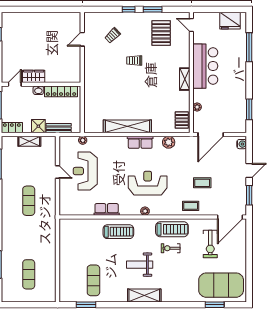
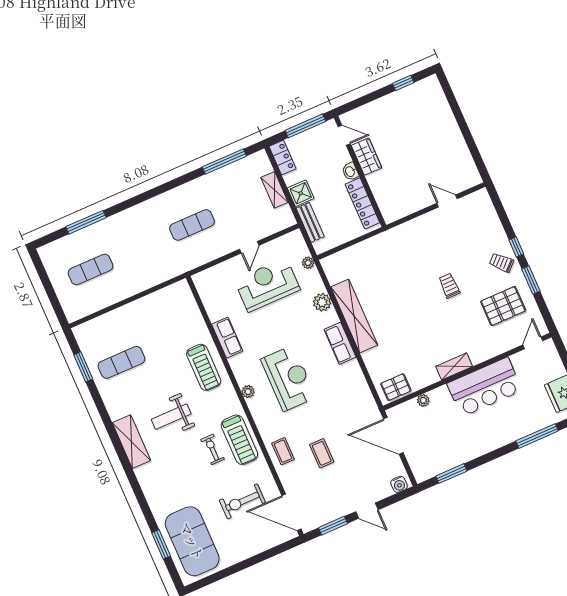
trolley: (113, 35) -> (502, 263), moved
plant: (169, 142) -> (322, 302), moved
weight bench: (140, 265) -> (171, 417), turned -90

